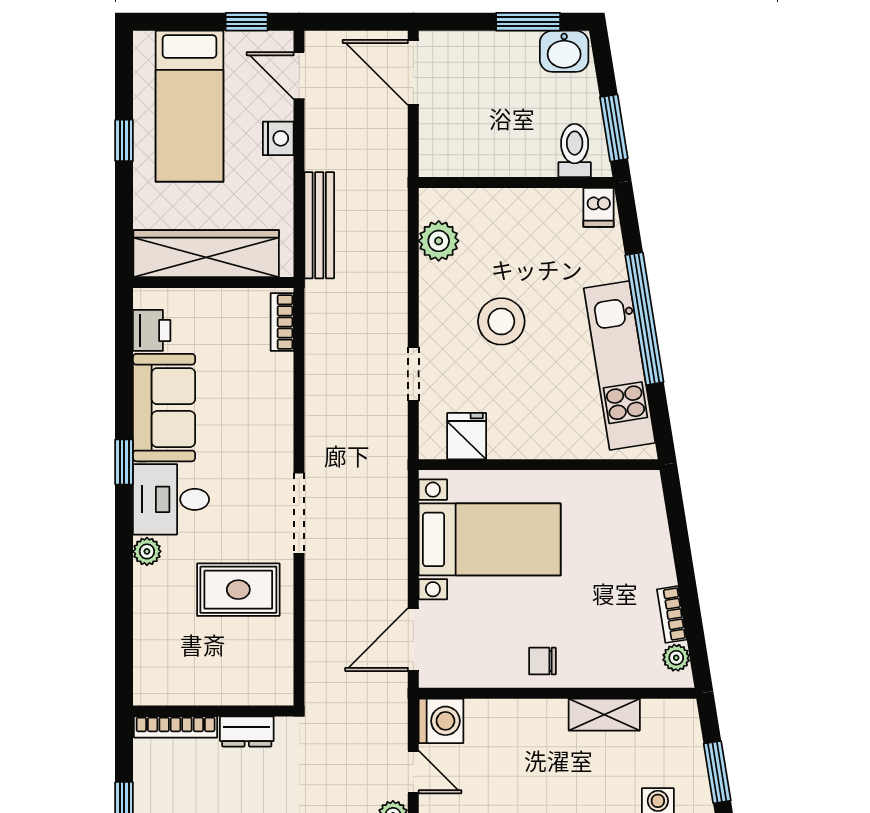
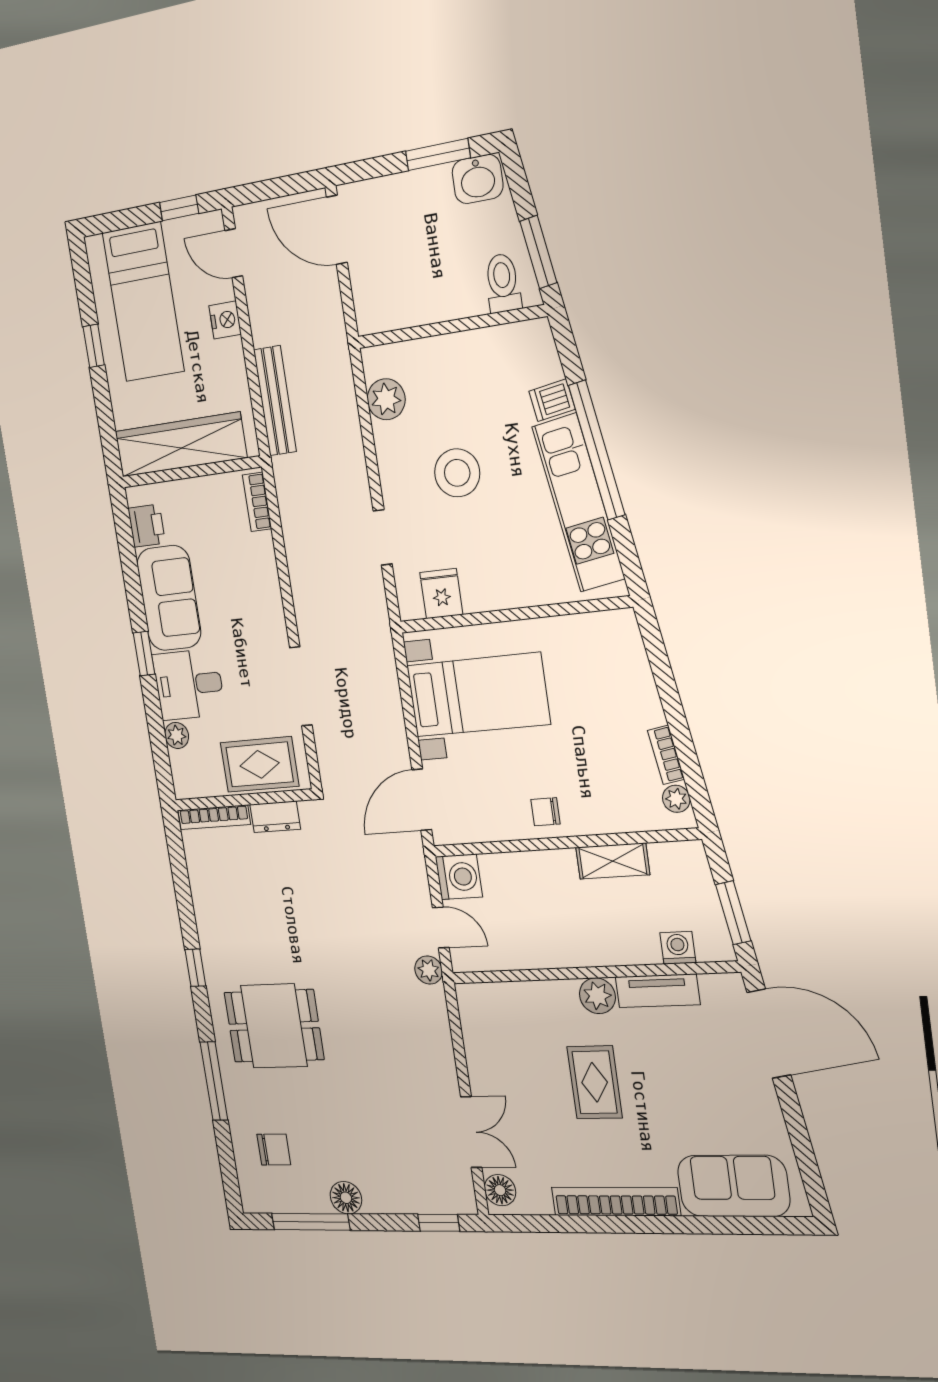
dishwasher: (598, 207) -> (552, 400), moved, turned 81
wall: (213, 711) -> (244, 800), moved
bookcase: (176, 727) -> (214, 817), moved
dresser: (247, 731) -> (275, 817), moved

